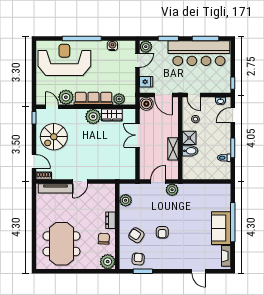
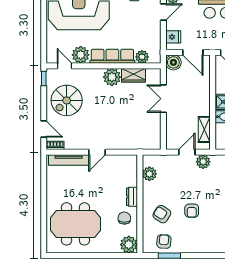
shelving: (173, 149) -> (204, 129), moved
meeting table: (61, 244) -> (75, 224), turned 90

